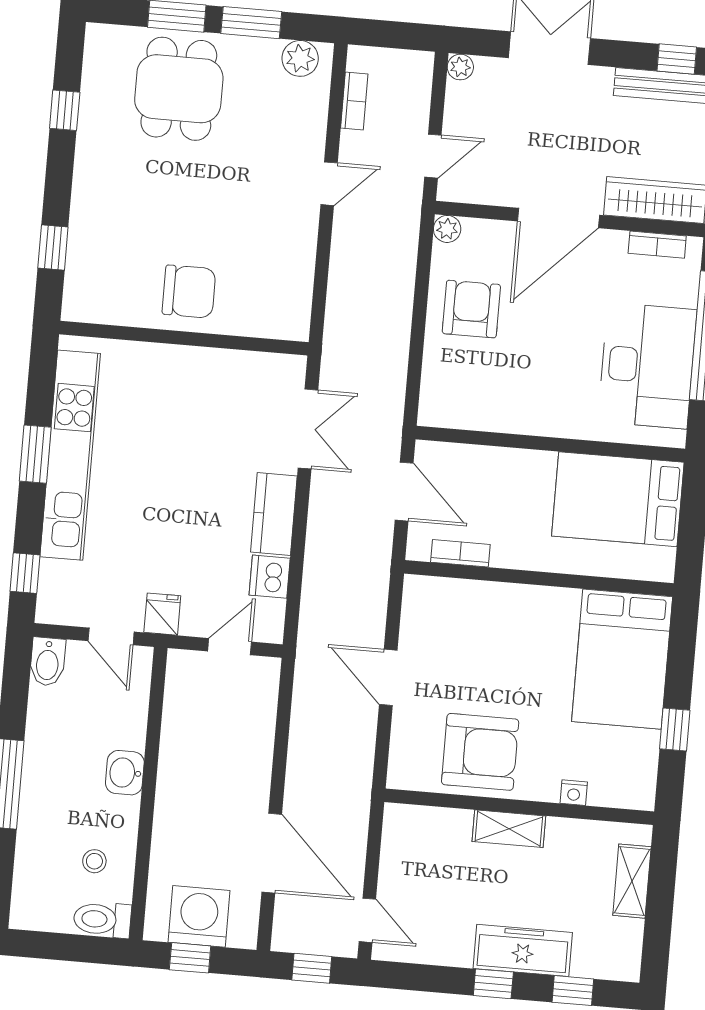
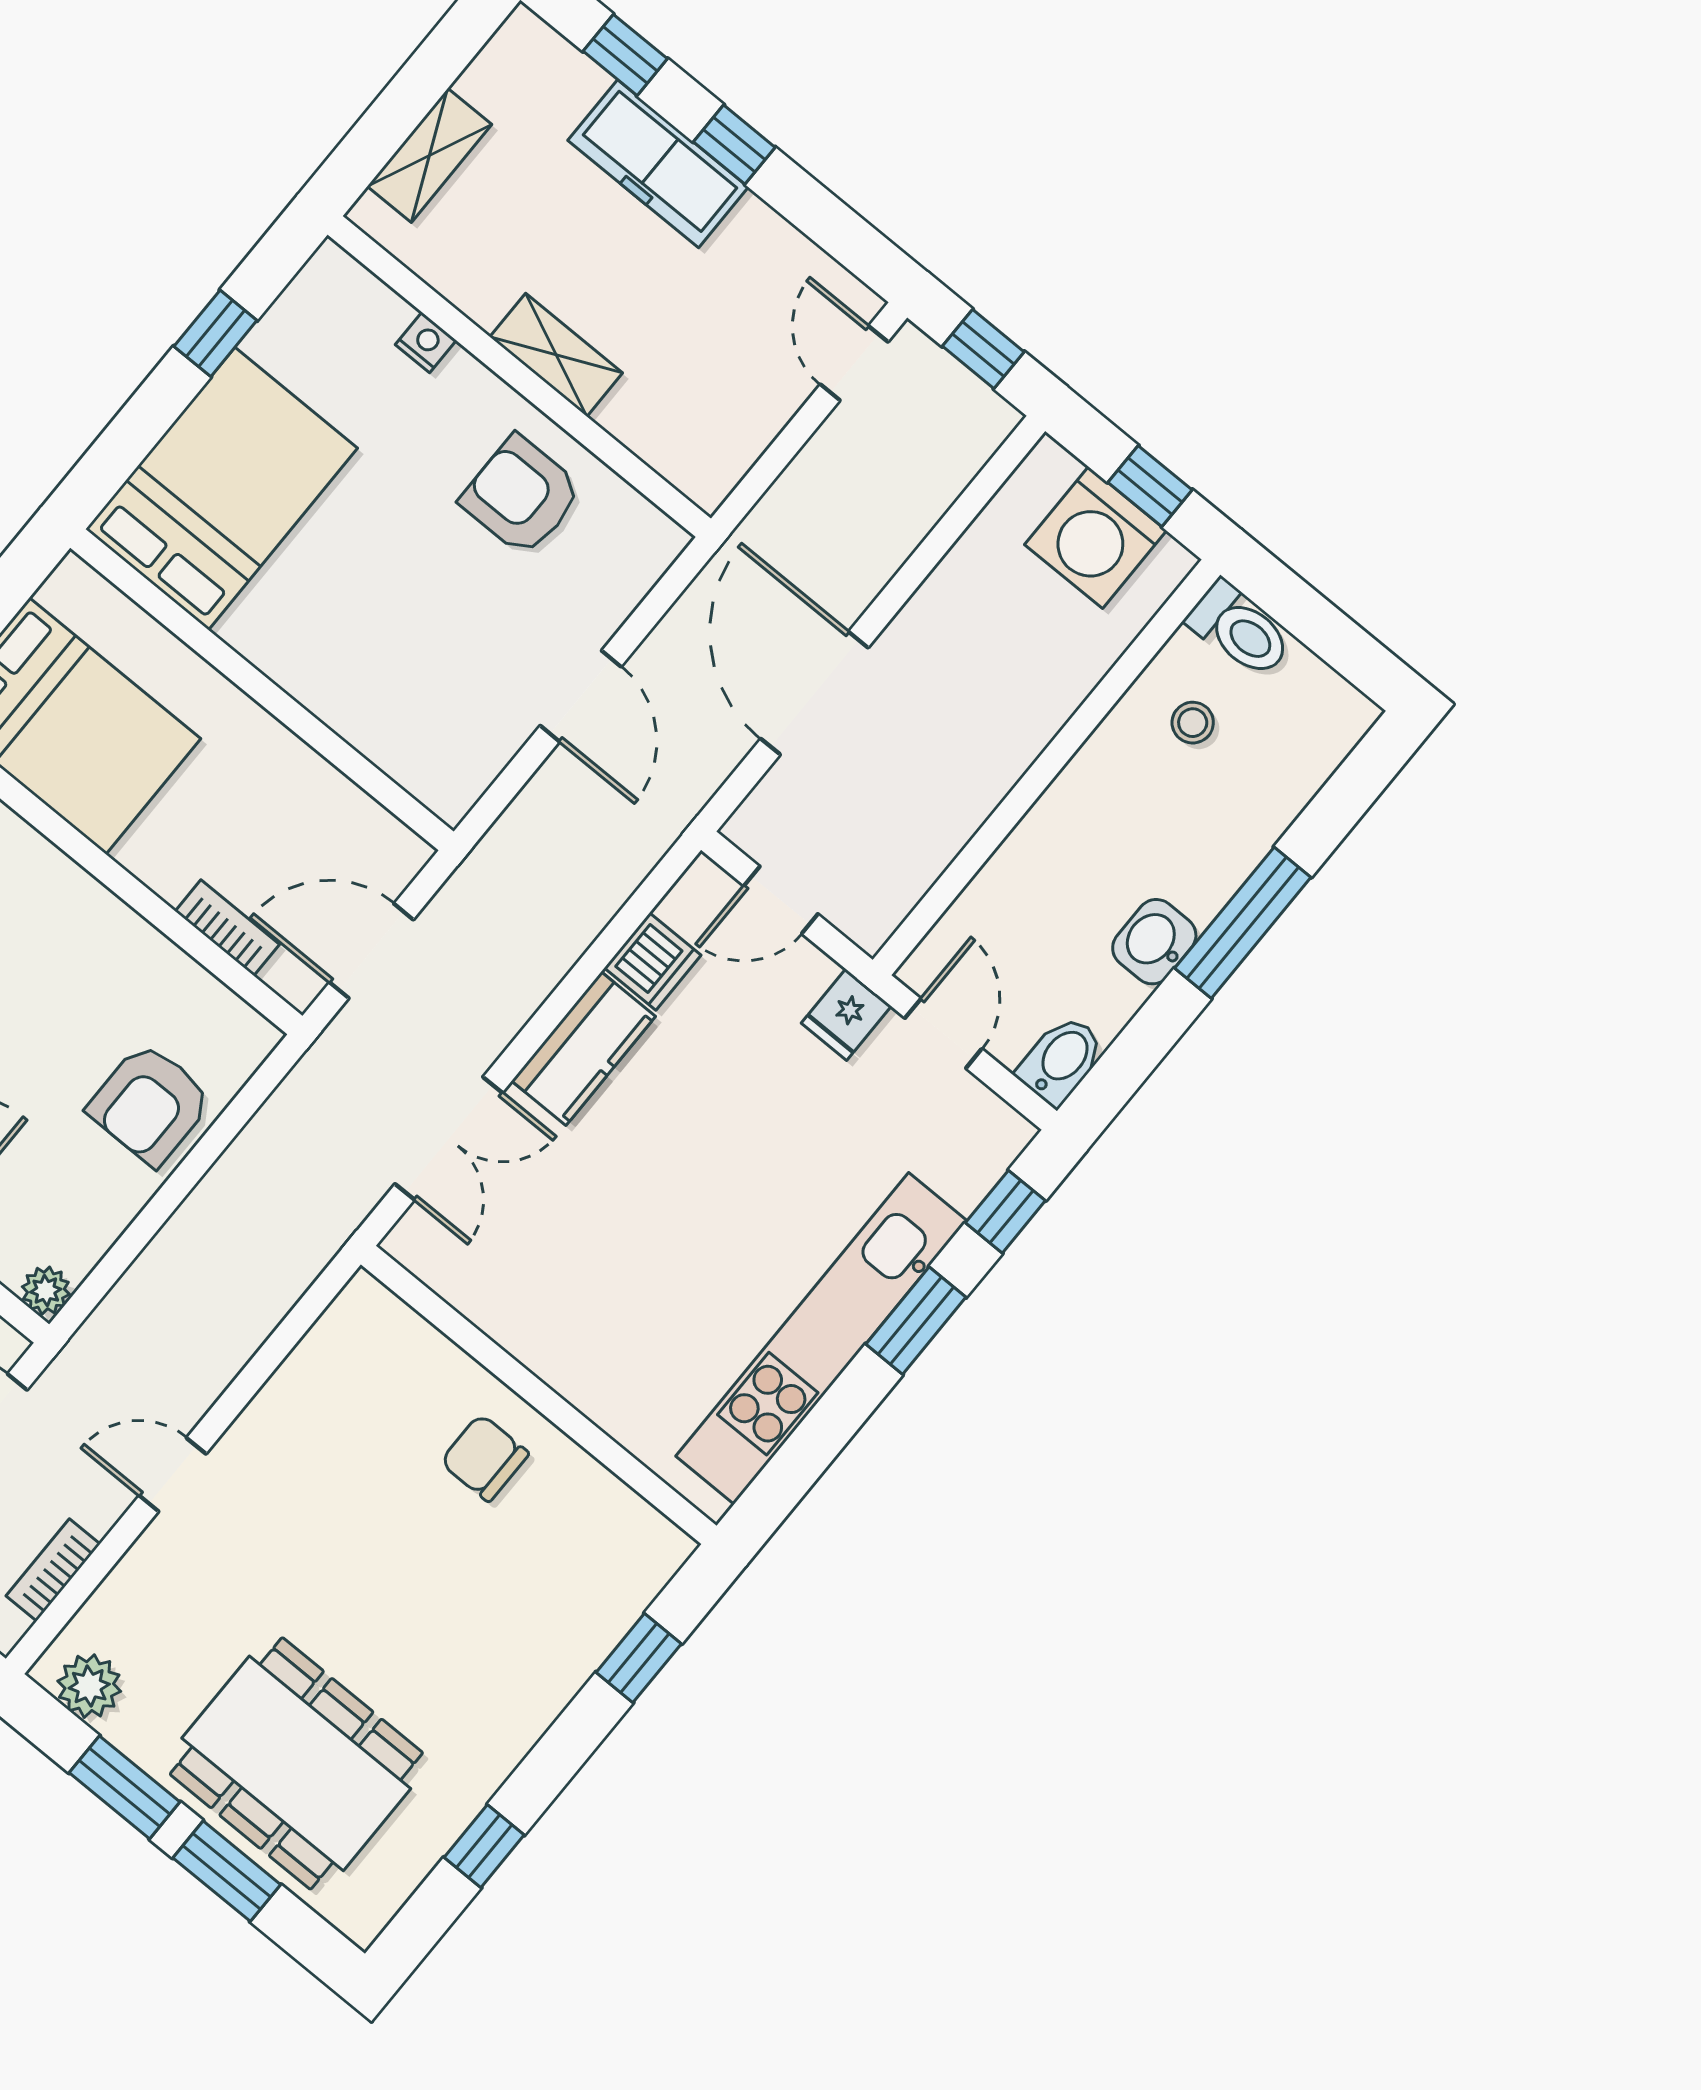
dining table: (179, 89) -> (296, 1763), width x1.37
chair: (189, 292) -> (484, 1458), width x0.73, depth x0.73
armchair: (471, 309) -> (150, 1104), moved
double door: (308, 429) -> (449, 1138), swing flipped
window: (35, 454) -> (916, 1321), moved
door: (404, 492) -> (371, 951), hinge flipped
bookcase: (460, 553) -> (227, 928), moved, turned 180
armchair: (480, 752) -> (521, 496), width x0.73, depth x0.73
washbasin: (125, 773) -> (1154, 942), moved, turned 180
door: (272, 853) -> (814, 693), moved

